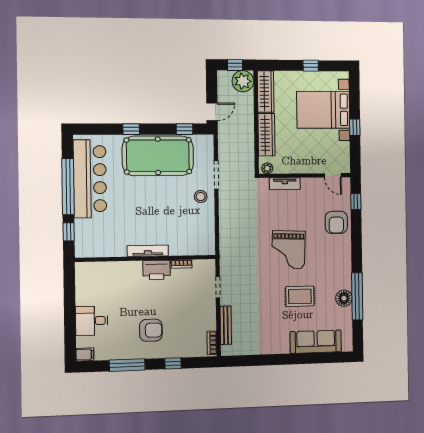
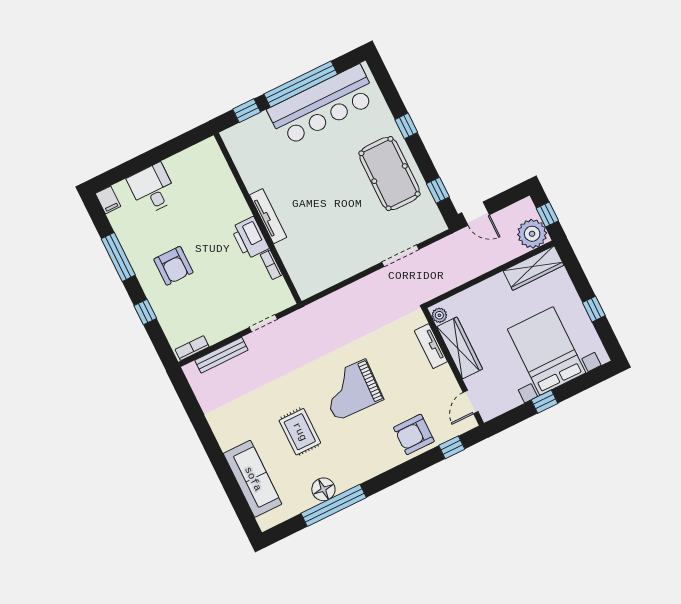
wardrobe: (266, 135) -> (460, 348), moved, turned -90
pool table: (158, 156) -> (390, 174), width x0.73, depth x0.76
stool: (201, 197) -> (365, 249), removed

